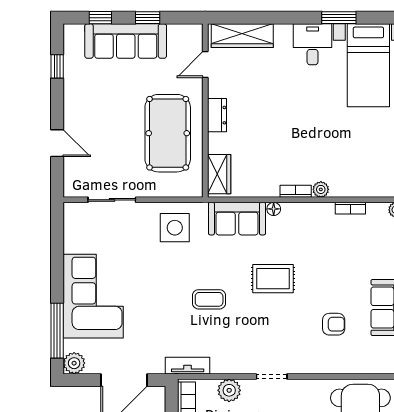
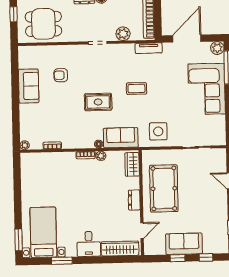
sofa: (126, 41) -> (184, 244), width x0.73
desk: (313, 44) -> (89, 244), moved
plant: (321, 189) -> (101, 156), moved

